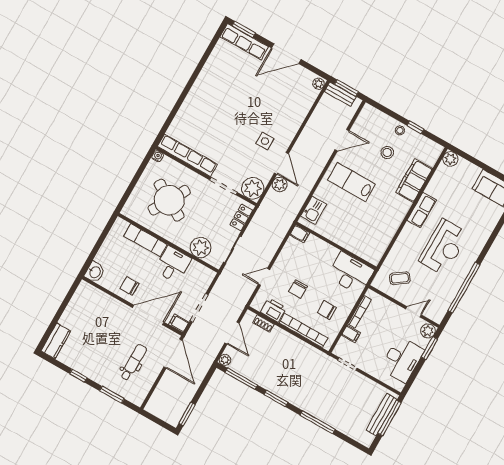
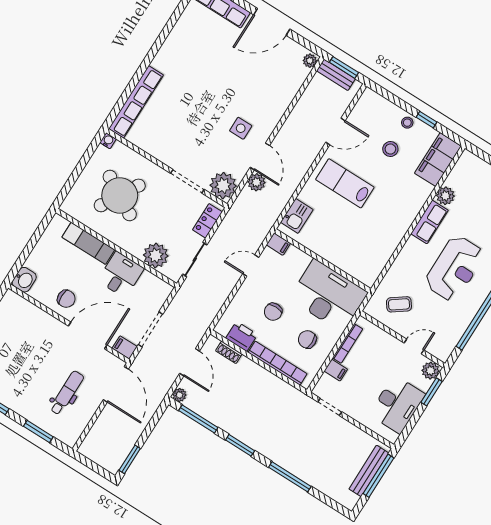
row of seats: (188, 155) -> (136, 102), moved, turned 90
plant: (450, 159) -> (445, 196), moved
filing cabinet: (414, 180) -> (438, 160), moved
desk: (351, 273) -> (328, 296), width x1.36, depth x1.30
door: (264, 277) -> (251, 265), moved
chair: (130, 286) -> (66, 299), turned 180

